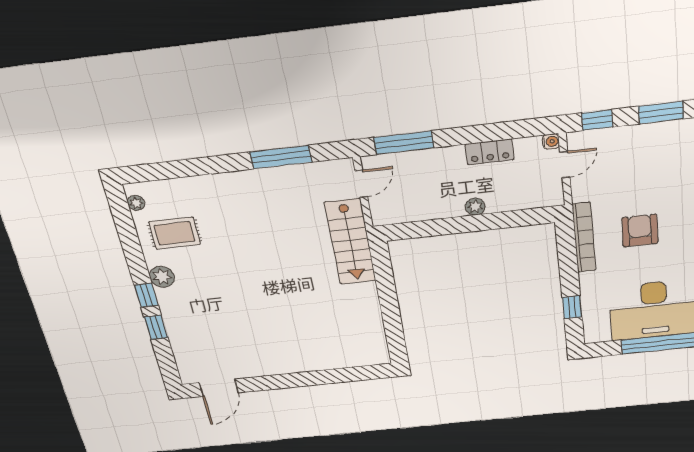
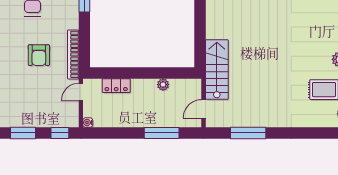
window: (404, 143) -> (162, 133), moved
locker: (490, 152) -> (116, 86), moved, turned 180
door: (565, 165) -> (81, 92), moved
plant: (475, 207) -> (163, 85), moved

